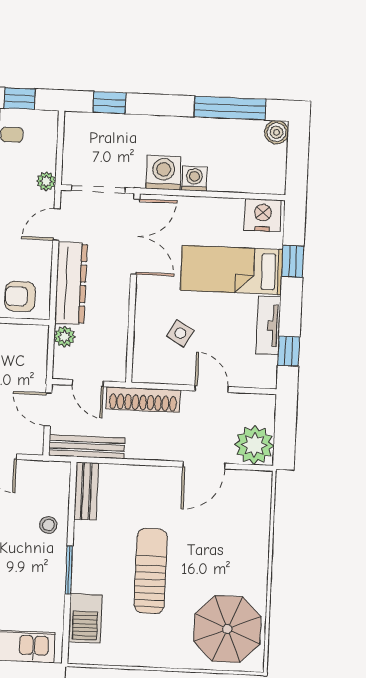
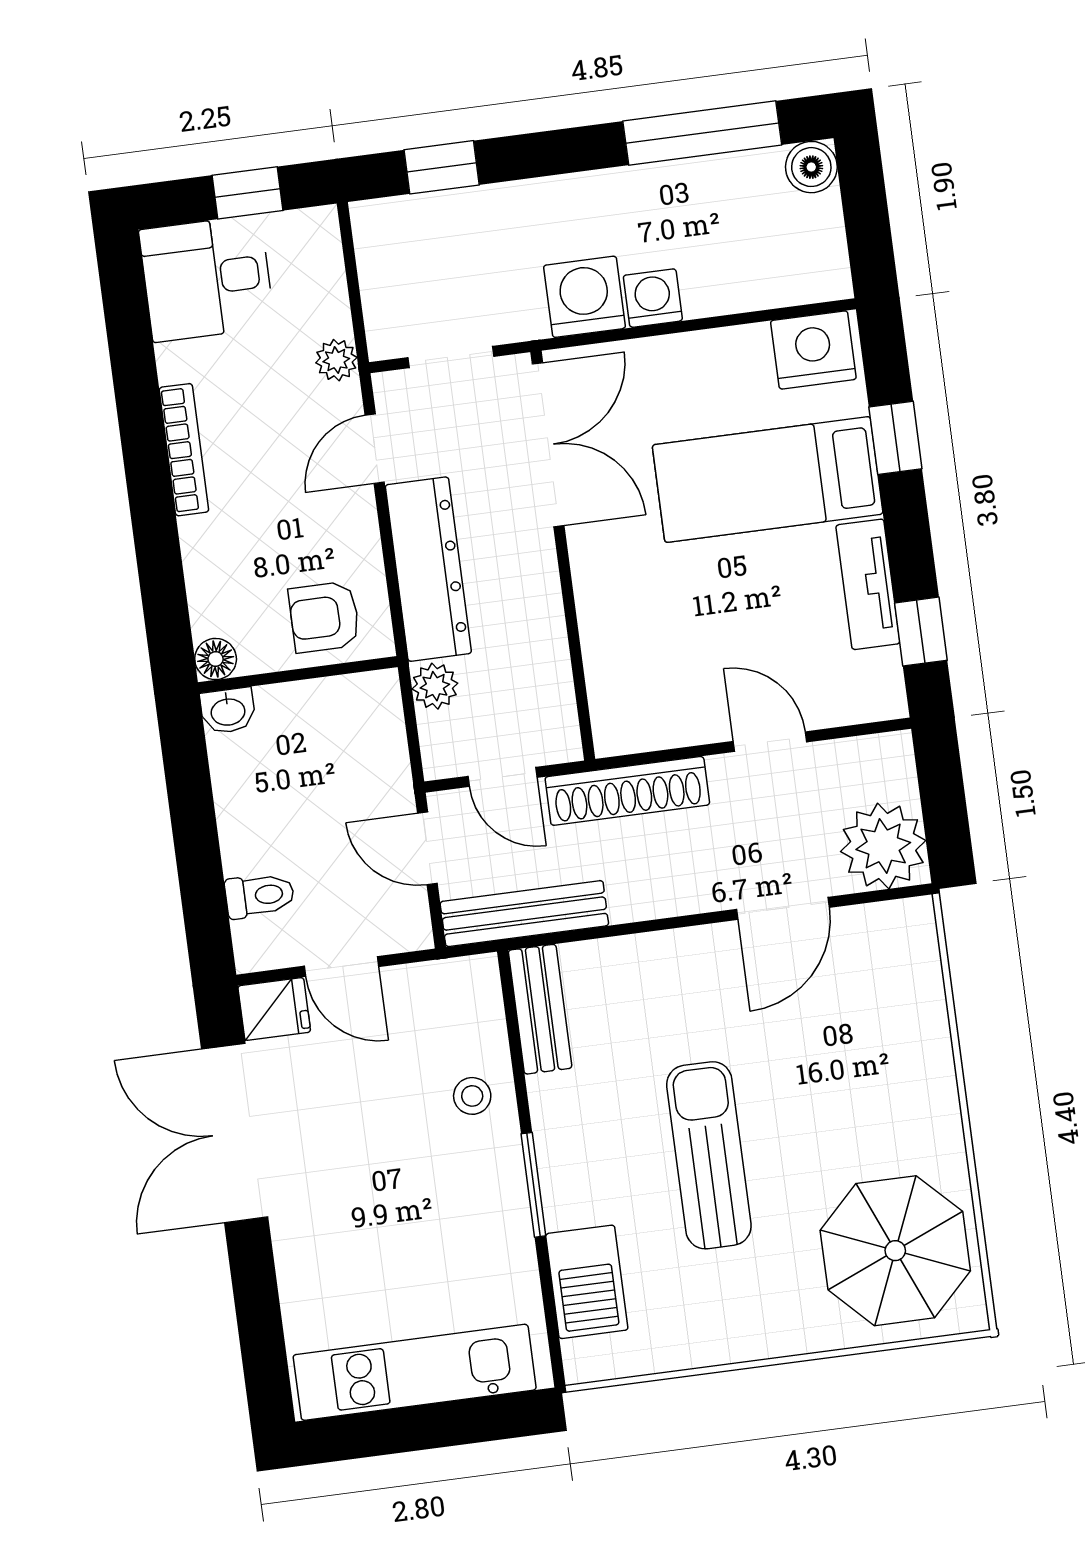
doorway: (98, 189) -> (451, 357), width x0.73
side table: (180, 333) -> (682, 635), removed

